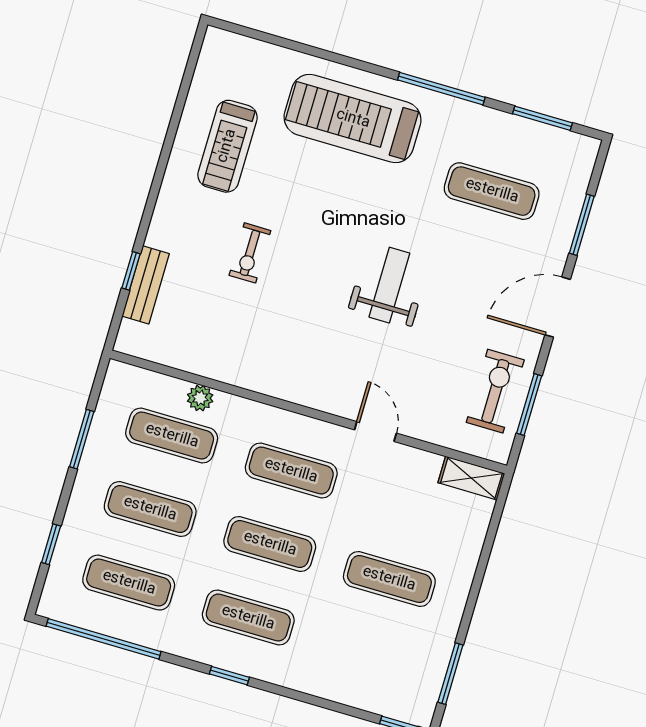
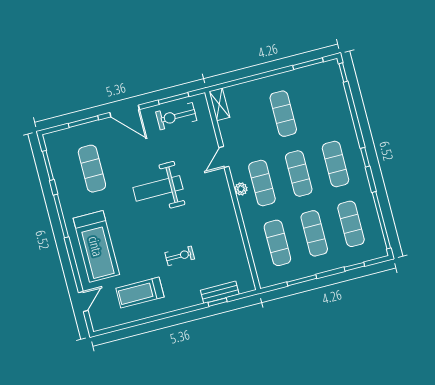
door: (271, 39) -> (83, 301), added
treadmill: (227, 146) -> (140, 293), turned 180
weight bench: (389, 285) -> (158, 188), width x1.36, depth x1.33
plant: (200, 398) -> (241, 189), moved

